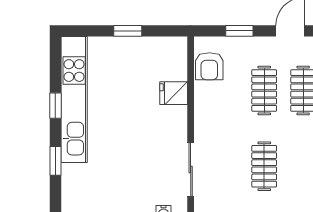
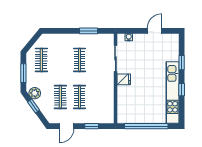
window: (128, 31) -> (146, 126), width x3.17
armchair: (209, 66) -> (106, 109), removed
fridge: (174, 93) -> (124, 79), moved

